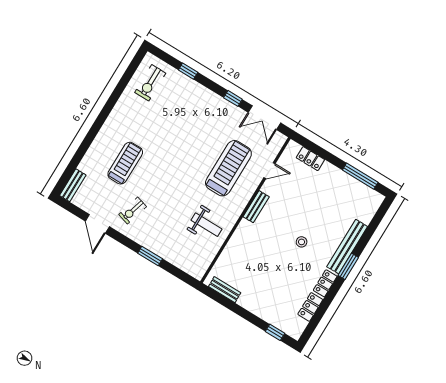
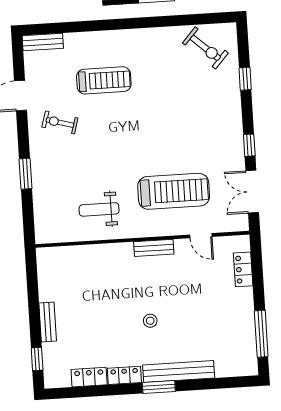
exercise bike: (150, 83) -> (205, 48), turned -138
weight bench: (206, 225) -> (99, 209), turned 90
bench: (225, 290) -> (48, 322), moved

